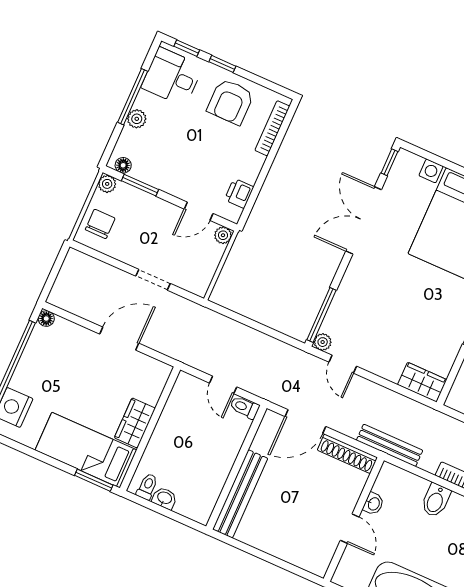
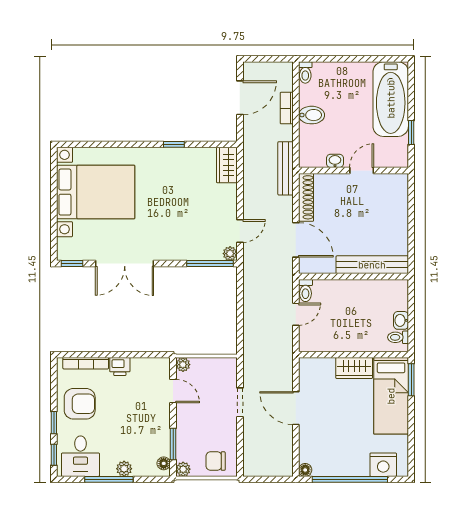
printer: (239, 193) -> (120, 367), moved

